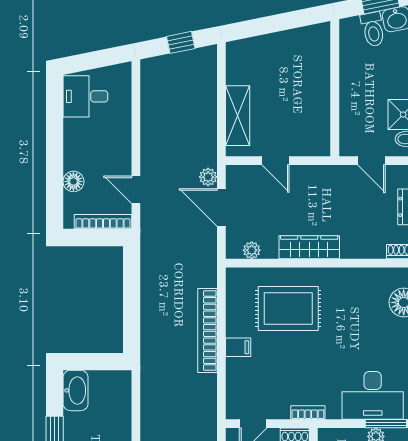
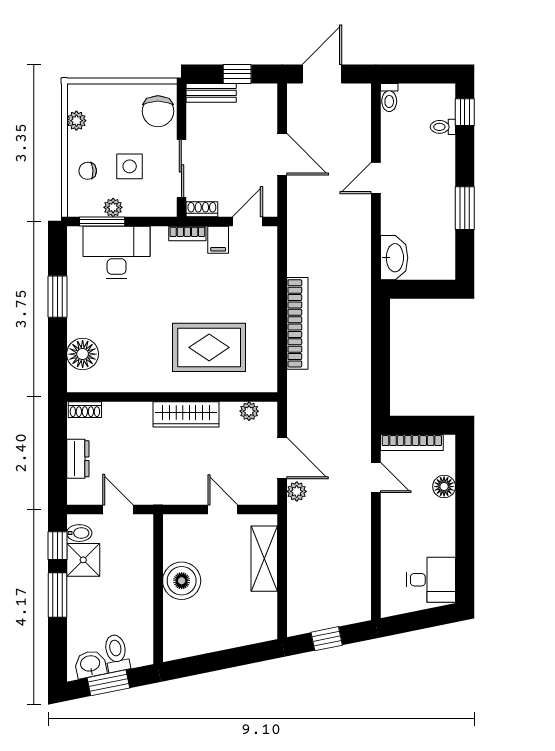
boiler: (313, 95) -> (182, 581), added
filing cabinet: (238, 347) -> (218, 240), moved, turned -90
washbasin: (76, 390) -> (394, 258), moved, turned 180

